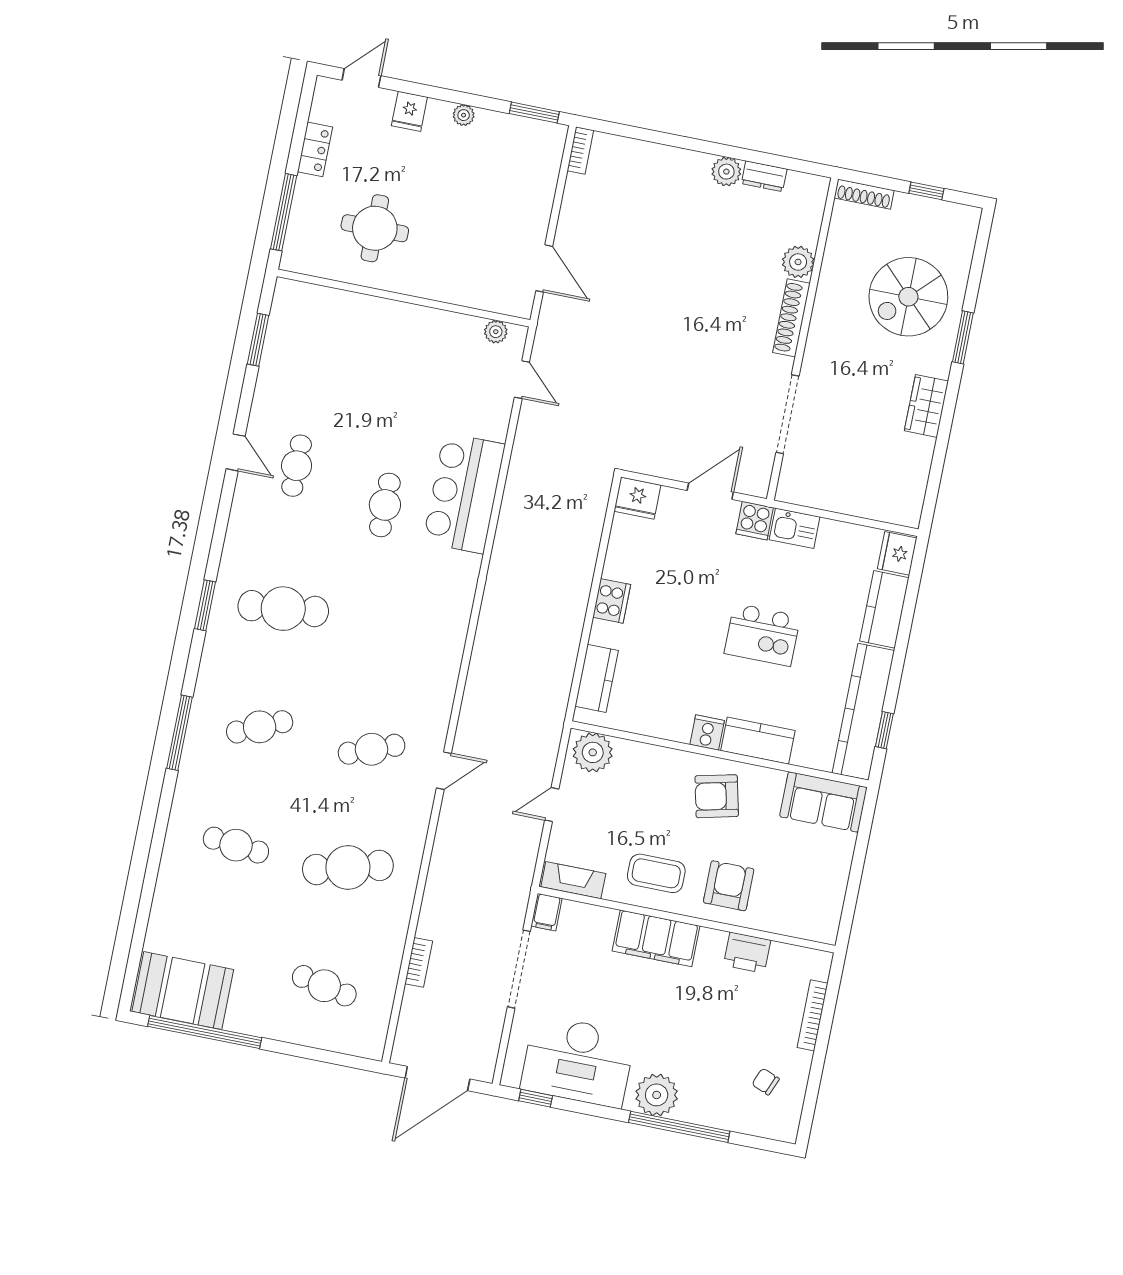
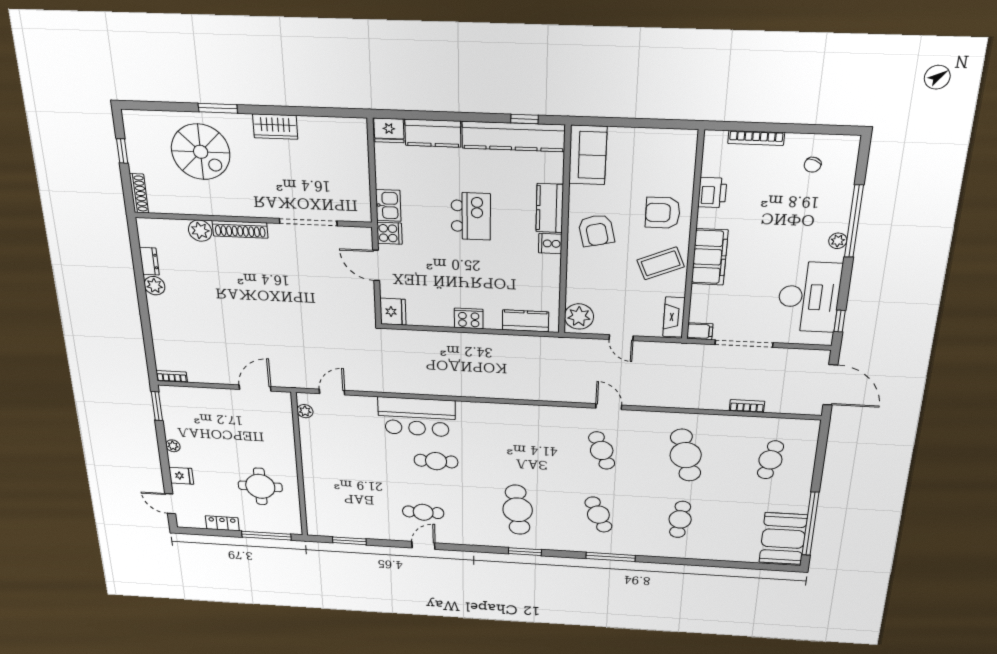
coffee table: (656, 873) -> (661, 263), turned 67
plant: (657, 1095) -> (838, 241), width x0.53, depth x0.53

